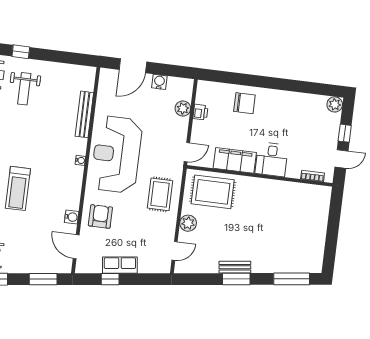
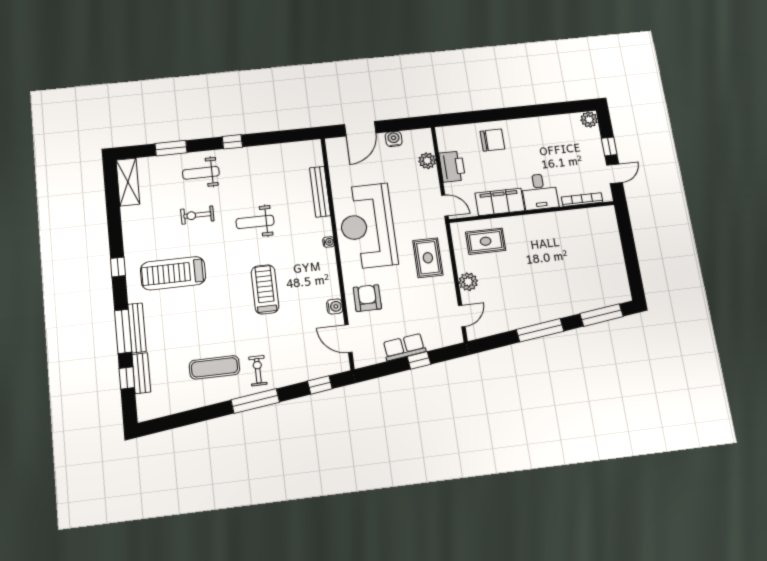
weight bench: (24, 89) -> (255, 222), moved, turned 90
printer: (200, 112) -> (452, 167), width x1.87, depth x1.48
door: (187, 152) -> (445, 206), hinge flipped
bookcase: (313, 176) -> (582, 200), width x1.56
treadmill: (18, 188) -> (265, 289), turned 180
rug: (213, 192) -> (486, 241), width x0.73, depth x0.70
bench: (235, 267) -> (535, 318), removed
window: (43, 279) -> (320, 385), width x0.67
window: (110, 279) -> (419, 360), moved
window: (236, 279) -> (540, 330), width x1.44

